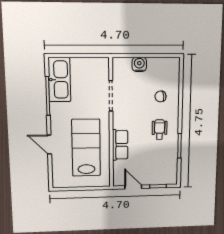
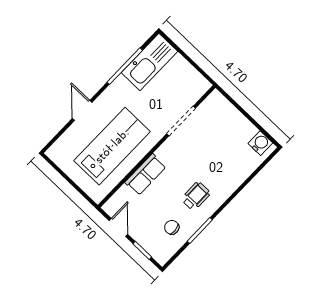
water cooler: (139, 64) -> (260, 143), moved
chair: (160, 96) -> (172, 227), moved

